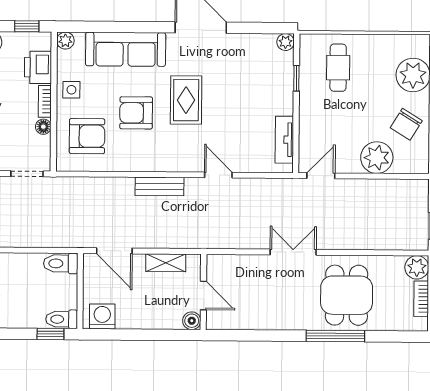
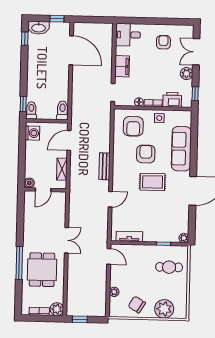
plant: (65, 41) -> (187, 115), removed
plant: (377, 158) -> (114, 292), width x0.53, depth x0.53
dining table: (347, 295) -> (42, 270), turned 90

